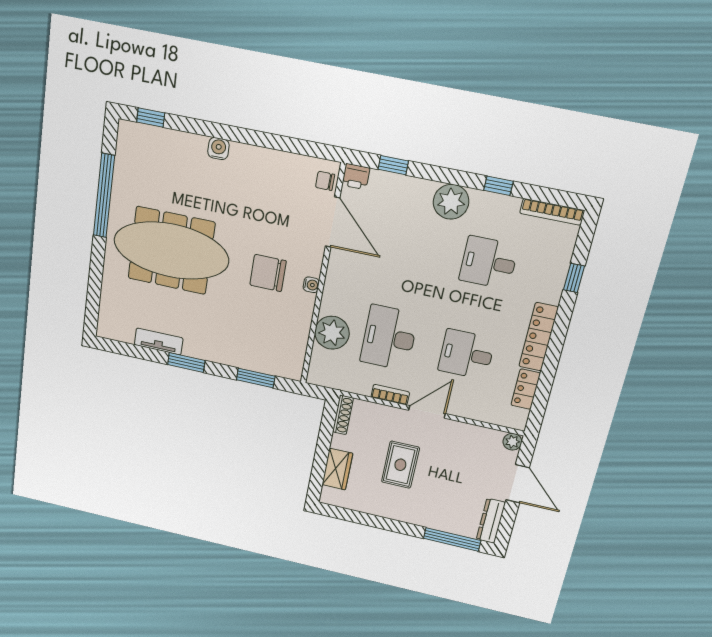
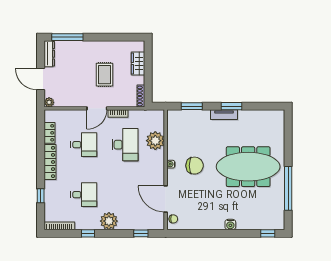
printer: (356, 177) -> (158, 224), removed
tv unit: (159, 342) -> (224, 115), moved

